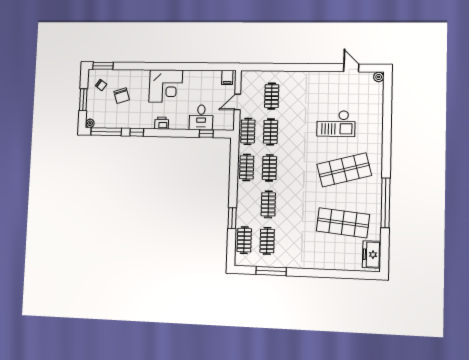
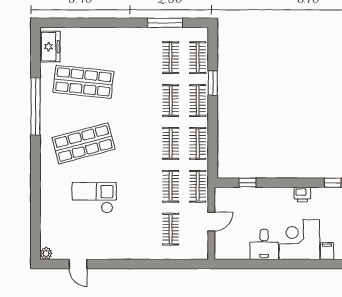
filing cabinet: (227, 77) -> (327, 251), moved
desk: (201, 117) -> (264, 244), moved, turned 180
clothes rail: (245, 204) -> (198, 101), added

